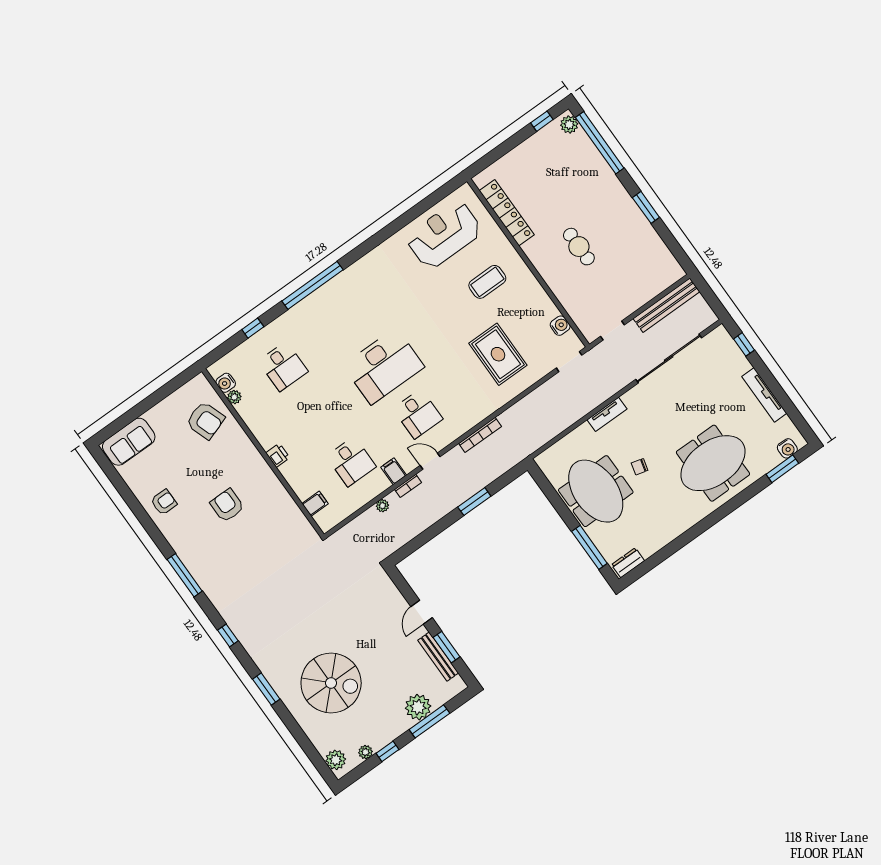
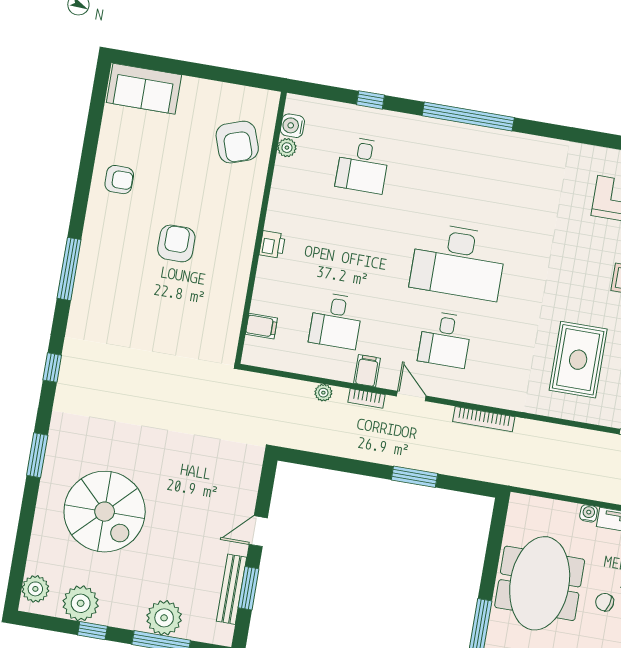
water cooler: (584, 429) -> (589, 513), added
plant: (365, 752) -> (81, 603), width x1.88, depth x1.88

